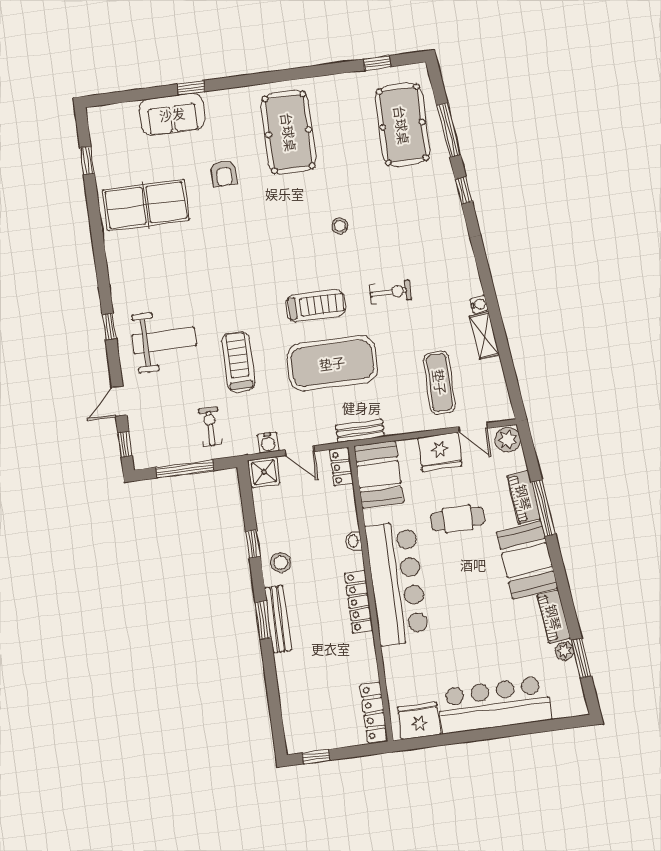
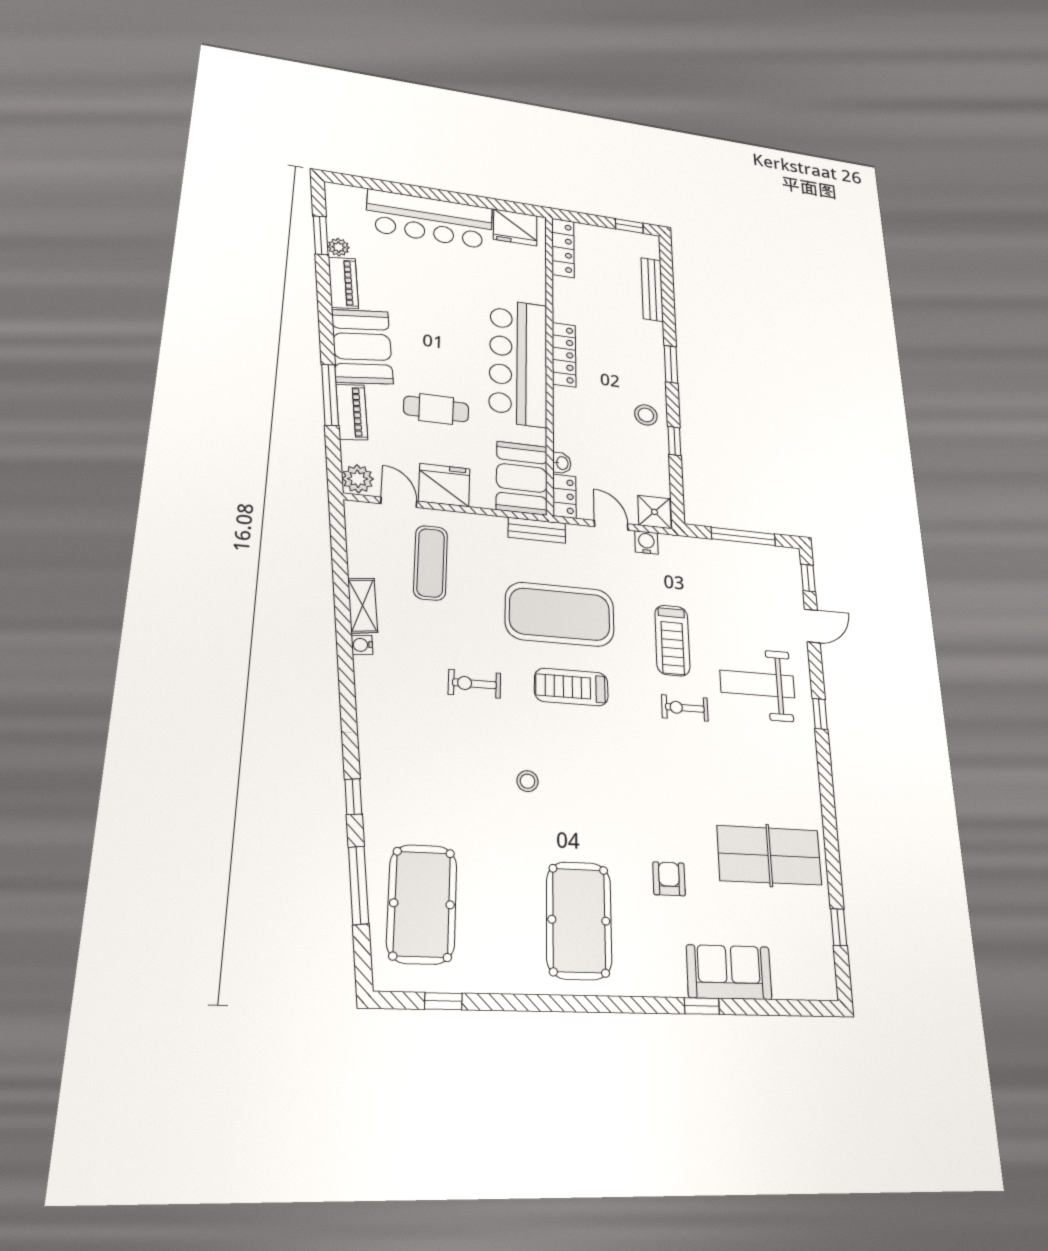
exercise bike: (210, 427) -> (685, 708), moved, turned 90
washbasin: (353, 541) -> (562, 463), moved
bench: (278, 619) -> (652, 289), moved

